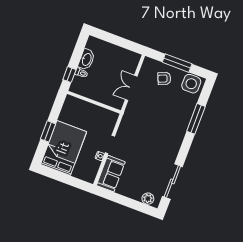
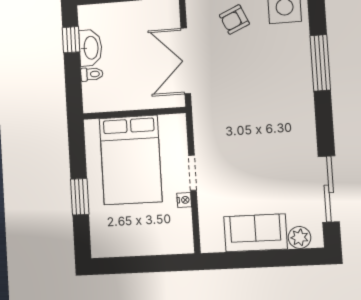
window: (69, 75) -> (71, 40), moved
double door: (131, 88) -> (186, 61), width x1.37
bed: (64, 148) -> (131, 160), moved, turned 180
sofa: (111, 174) -> (255, 233), moved, turned -90

